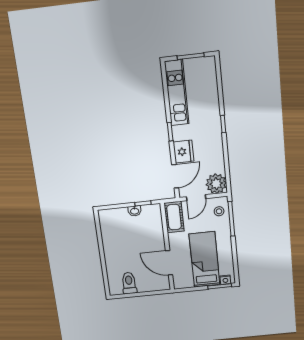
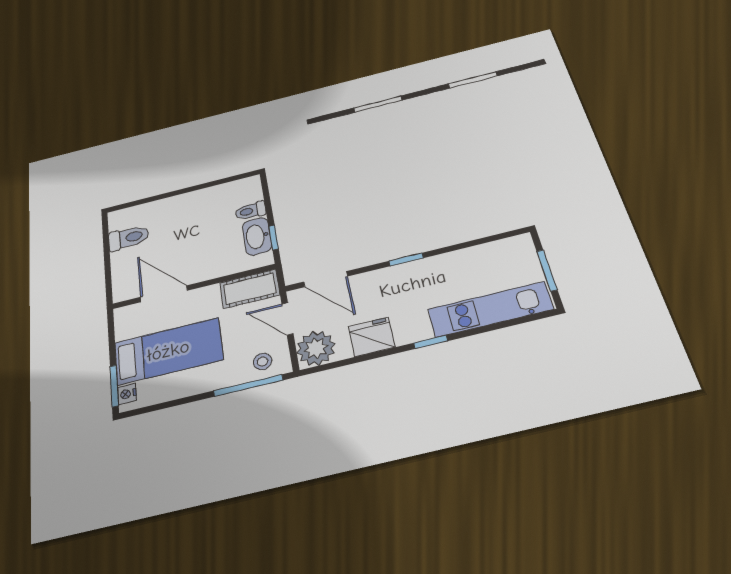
kitchen unit: (177, 93) -> (490, 309), moved, turned 180
fridge: (183, 152) -> (372, 337), moved, turned 180
washbasin: (135, 211) -> (257, 236), width x1.91, depth x1.45
toilet: (123, 216) -> (251, 211), added
door: (169, 263) -> (164, 294), hinge flipped

